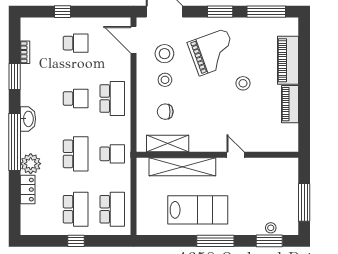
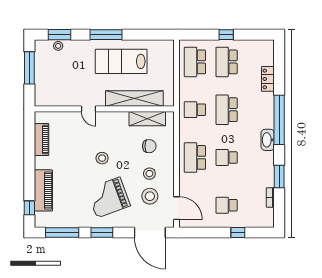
window: (304, 40) -> (29, 208), added
stool: (243, 83) -> (102, 158), moved
piano: (290, 104) -> (41, 140), moved
plant: (31, 164) -> (265, 101), removed

